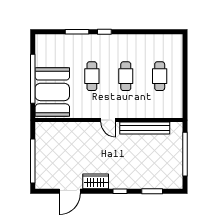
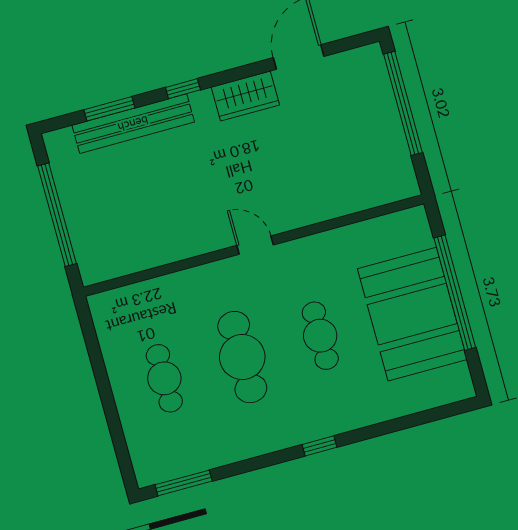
window: (77, 32) -> (184, 483), moved
cafe table: (126, 76) -> (242, 357), width x1.37, depth x1.35
booth: (52, 92) -> (412, 314), moved
bench: (145, 128) -> (133, 124), moved

